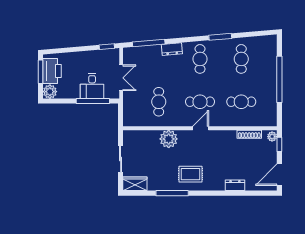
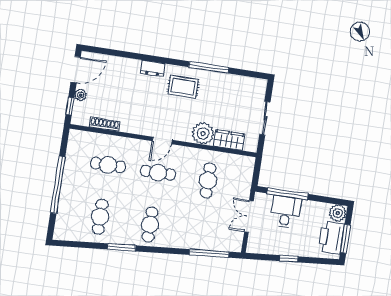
window: (107, 47) -> (289, 259), moved
dresser: (172, 49) -> (182, 242), removed
plant: (272, 137) -> (81, 95), moved
wardrobe: (135, 184) -> (229, 140), moved, turned 180
dresser: (235, 185) -> (153, 68), moved

